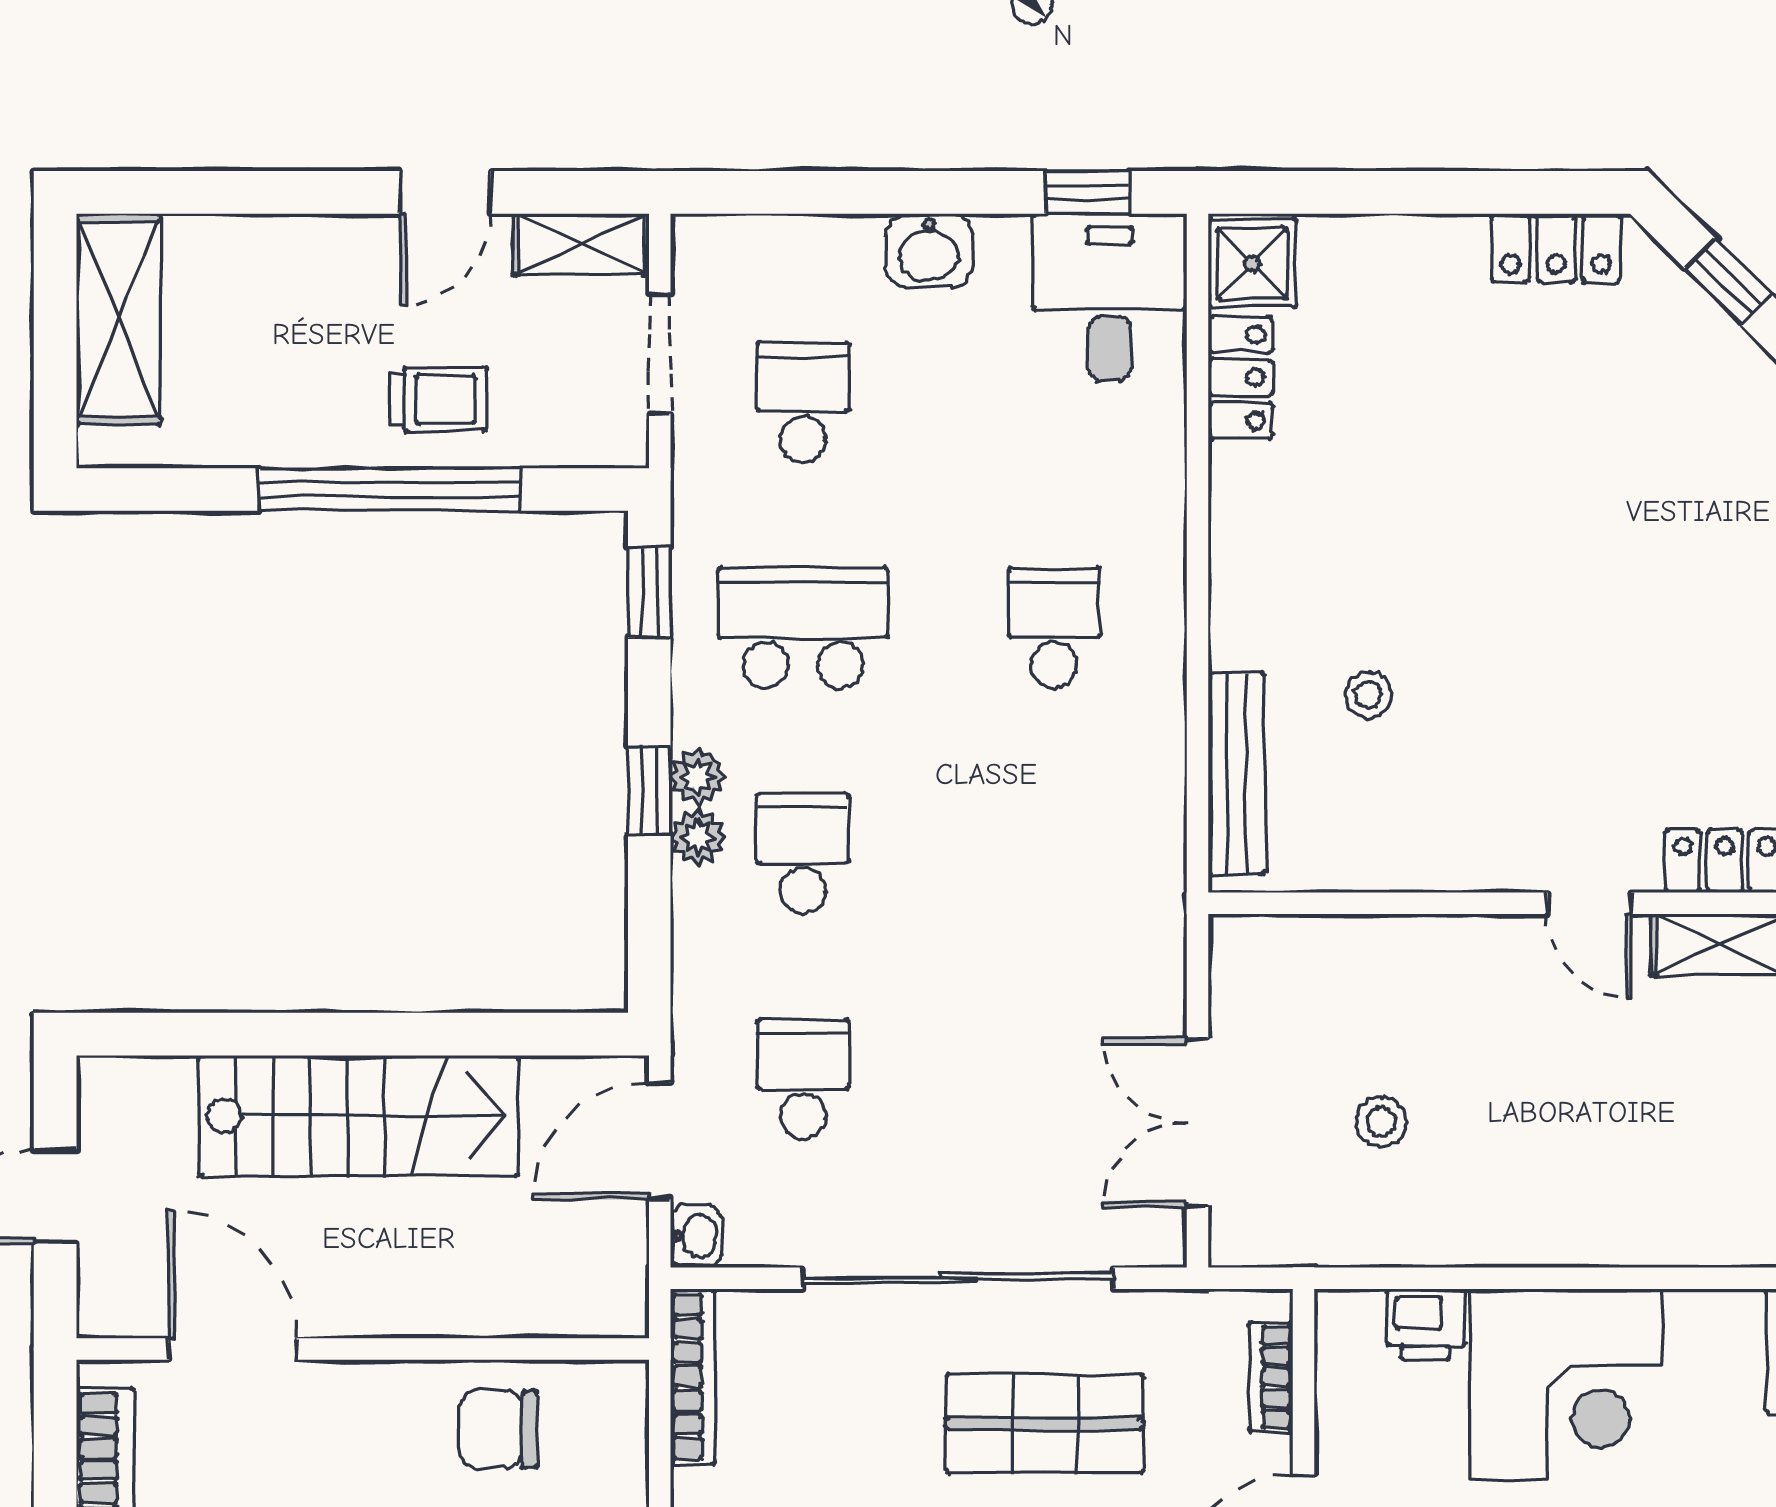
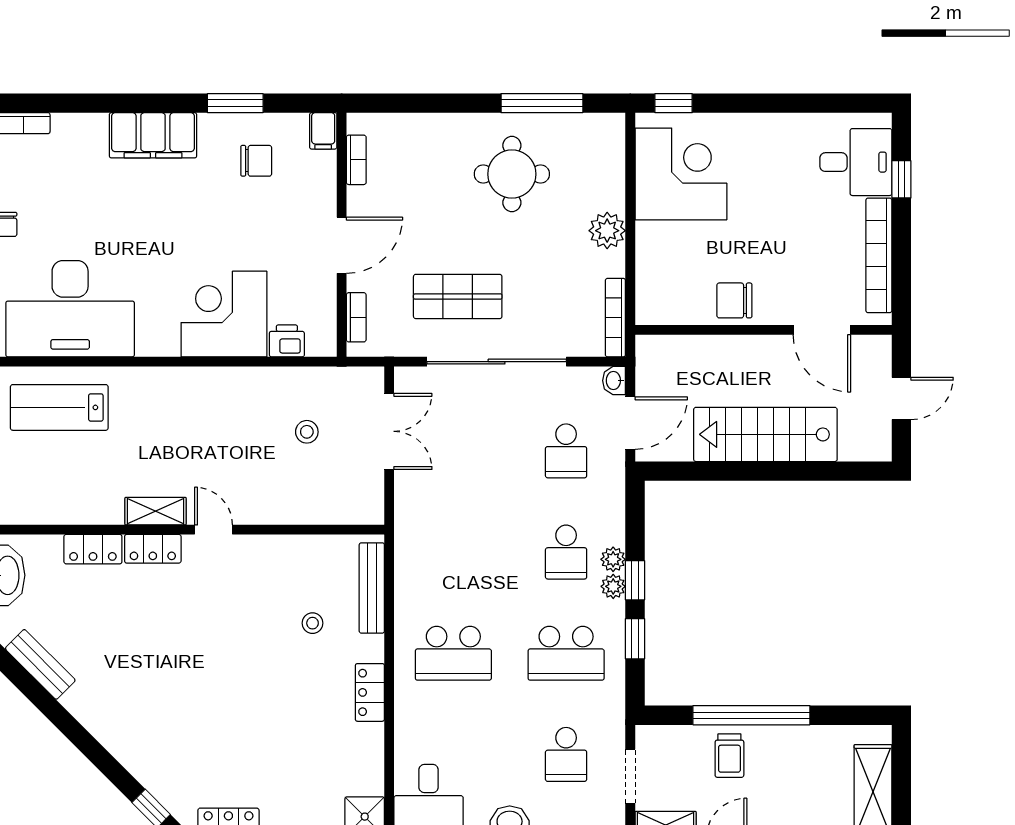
locker: (1241, 378) -> (370, 692), moved
trolley: (439, 399) -> (729, 756), turned -90
window: (649, 592) -> (635, 639), moved
school desk: (1054, 628) -> (453, 653), width x1.85
chair: (498, 1429) -> (734, 300), moved, turned 180

